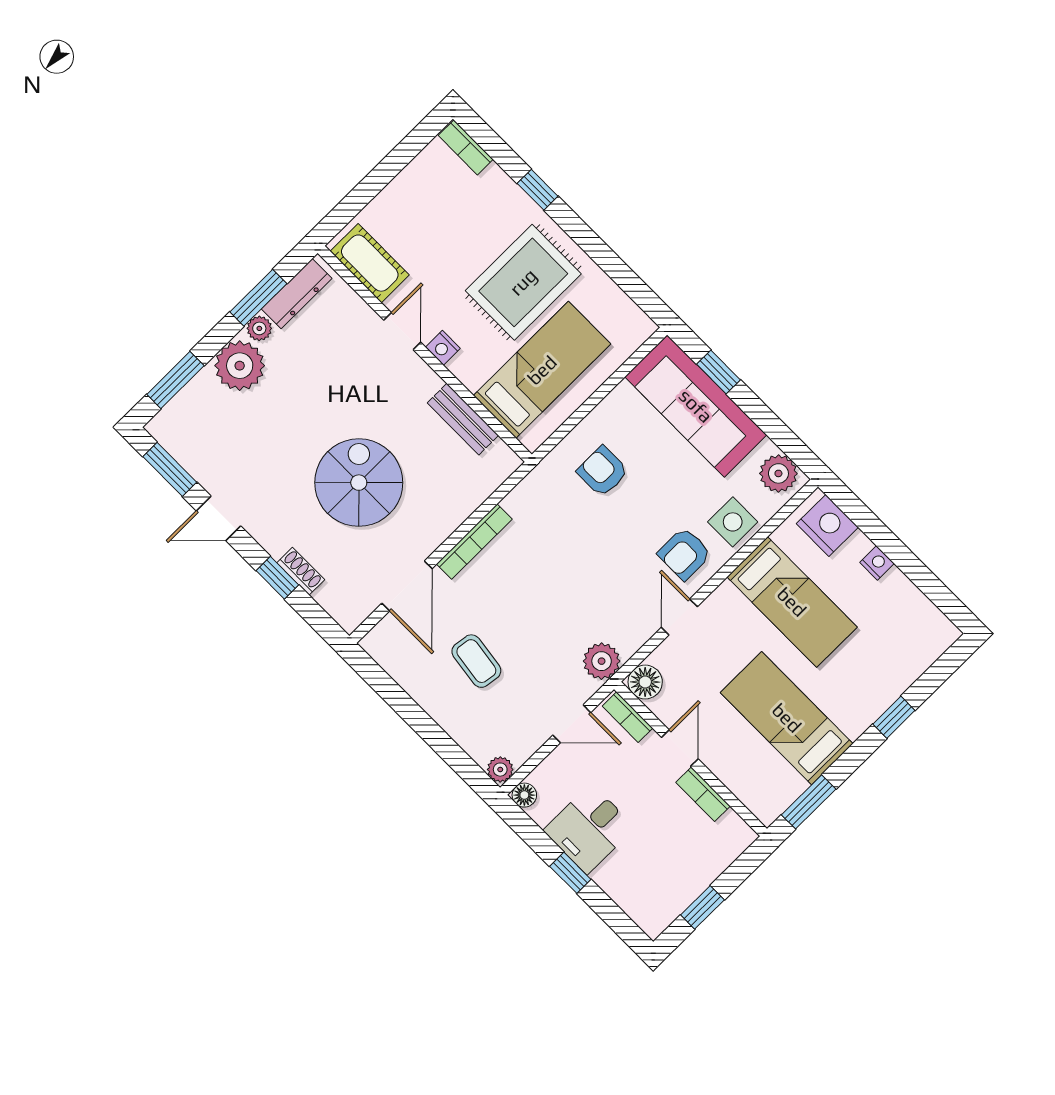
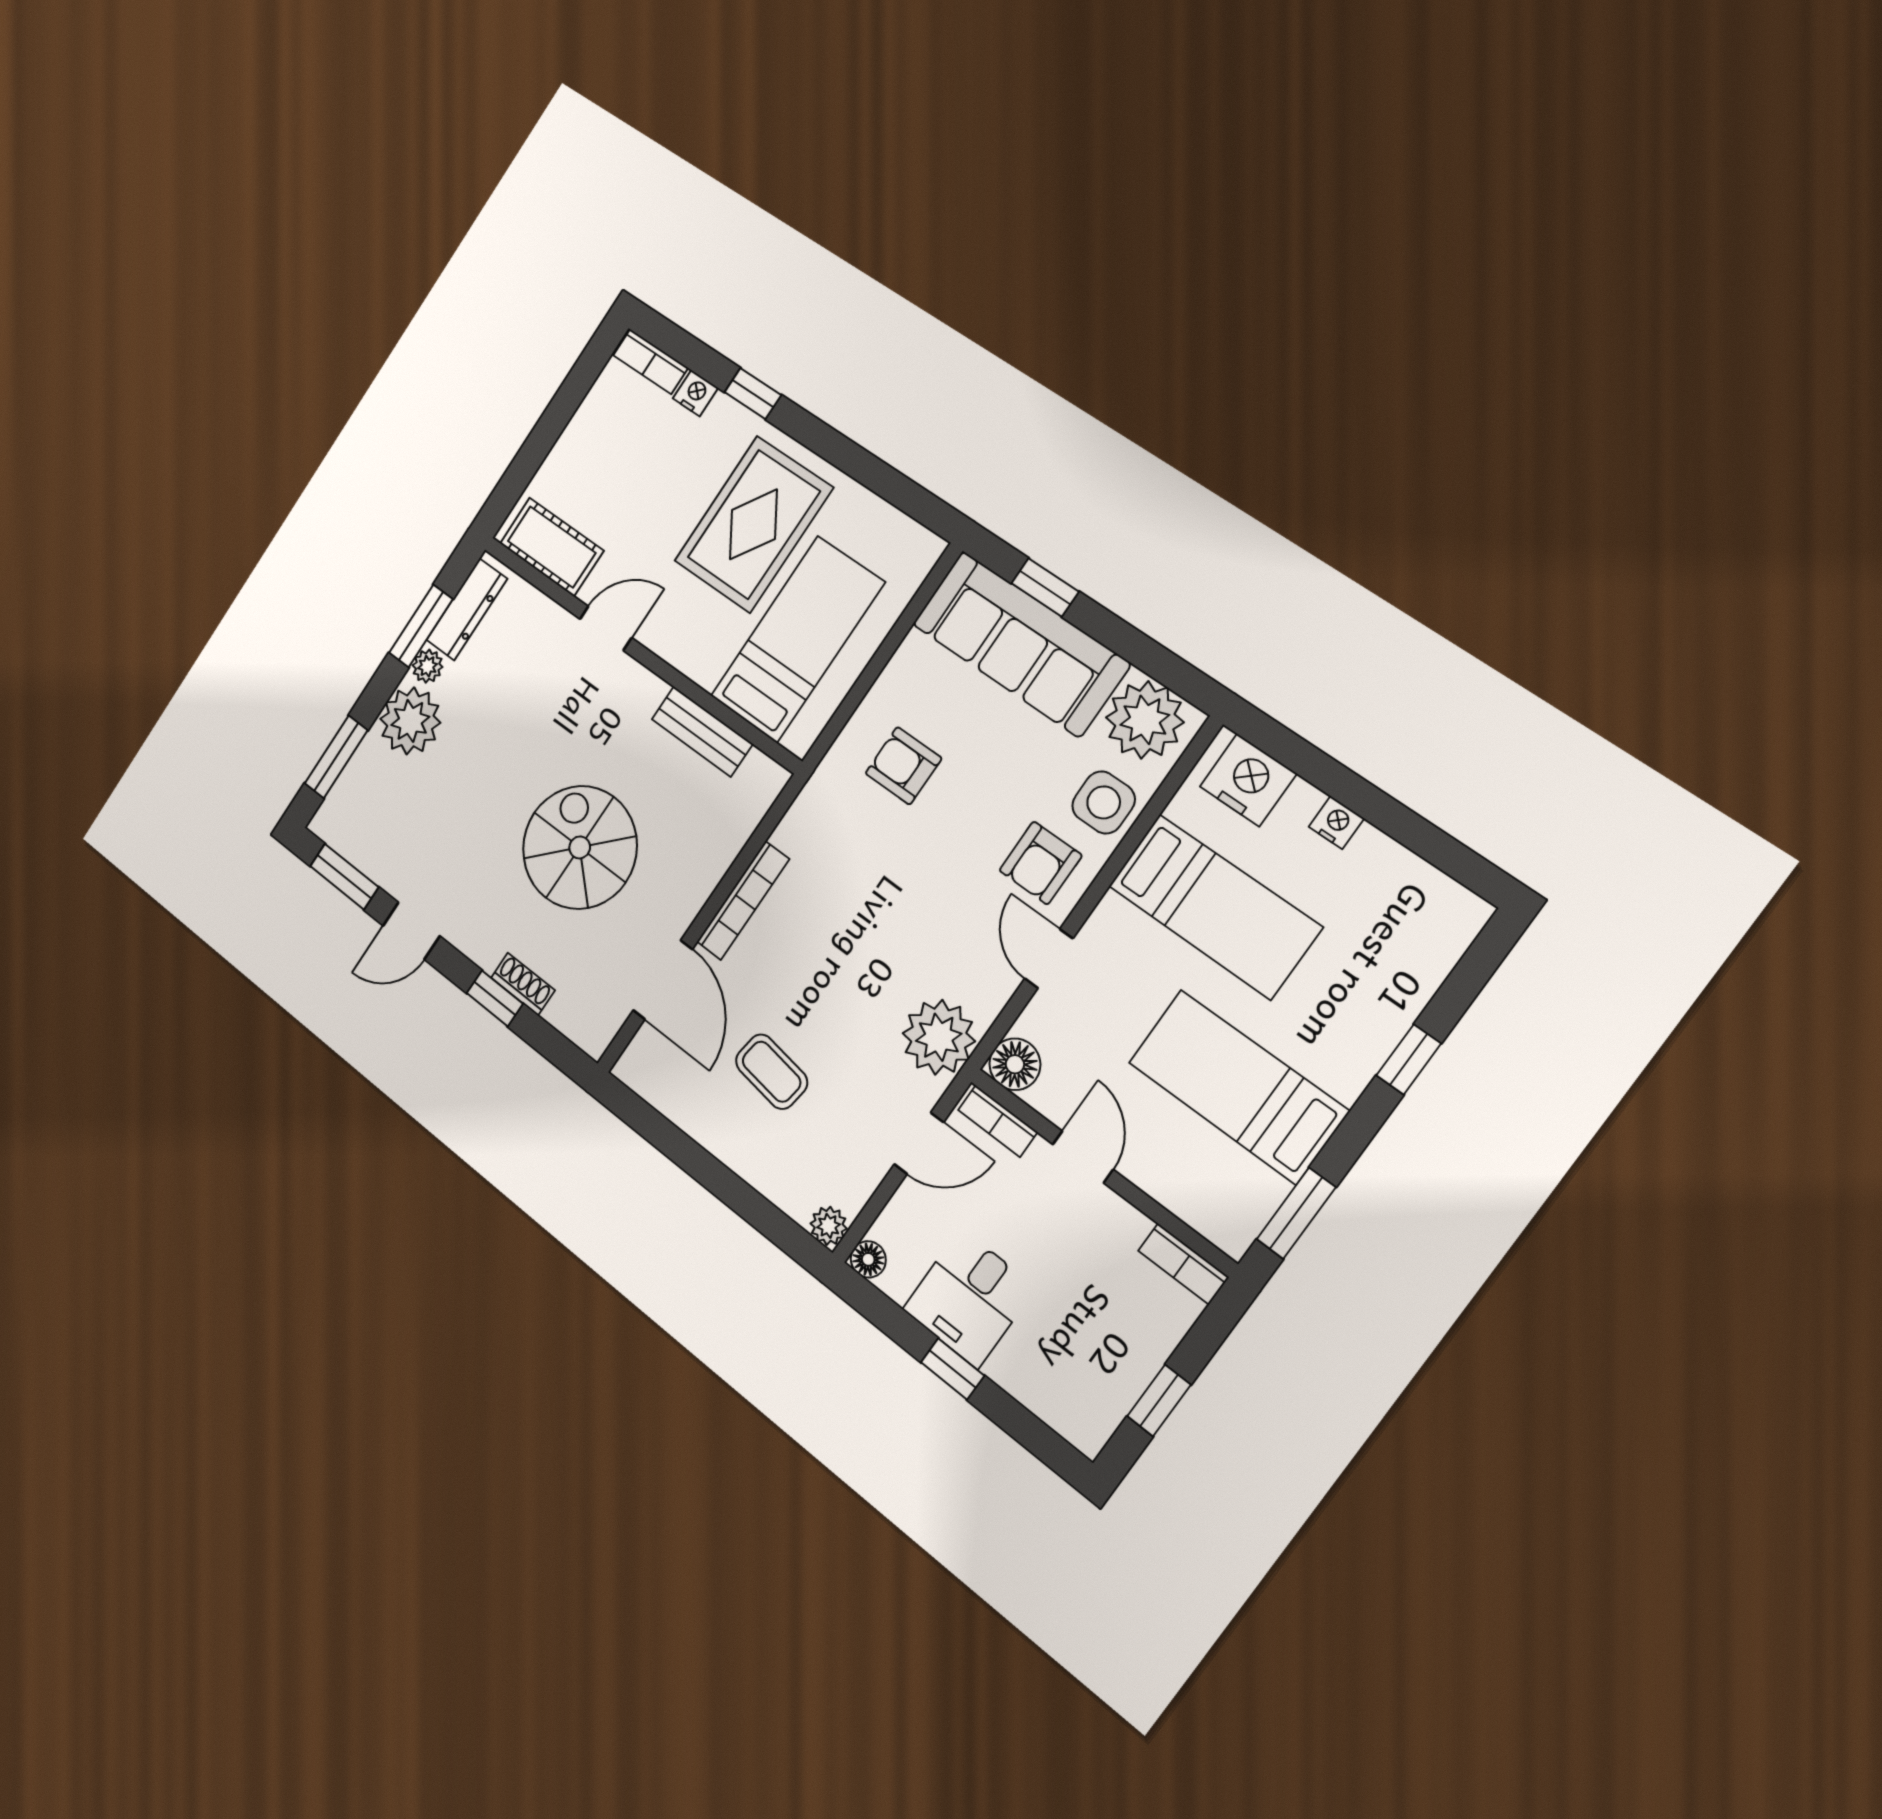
door: (402, 331) -> (606, 628), hinge flipped
nightstand: (443, 348) -> (695, 393), moved, turned 180
plant: (778, 473) -> (1145, 720), width x1.36, depth x1.36
plant: (602, 661) -> (939, 1037), width x1.36, depth x1.36
bookcase: (703, 794) -> (1183, 1264), moved

